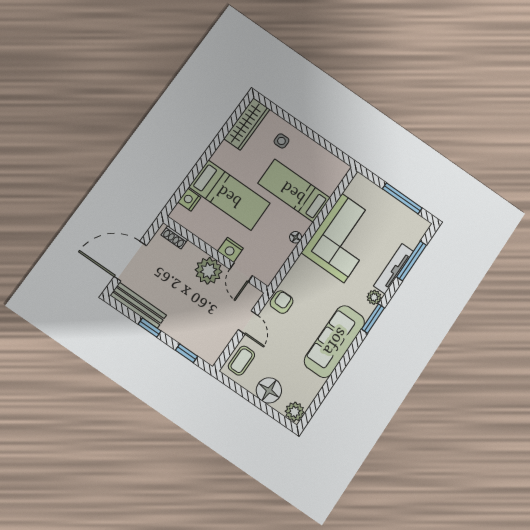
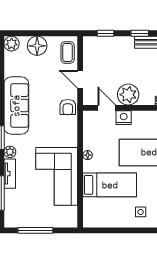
tv unit: (394, 269) -> (10, 174), width x0.71

